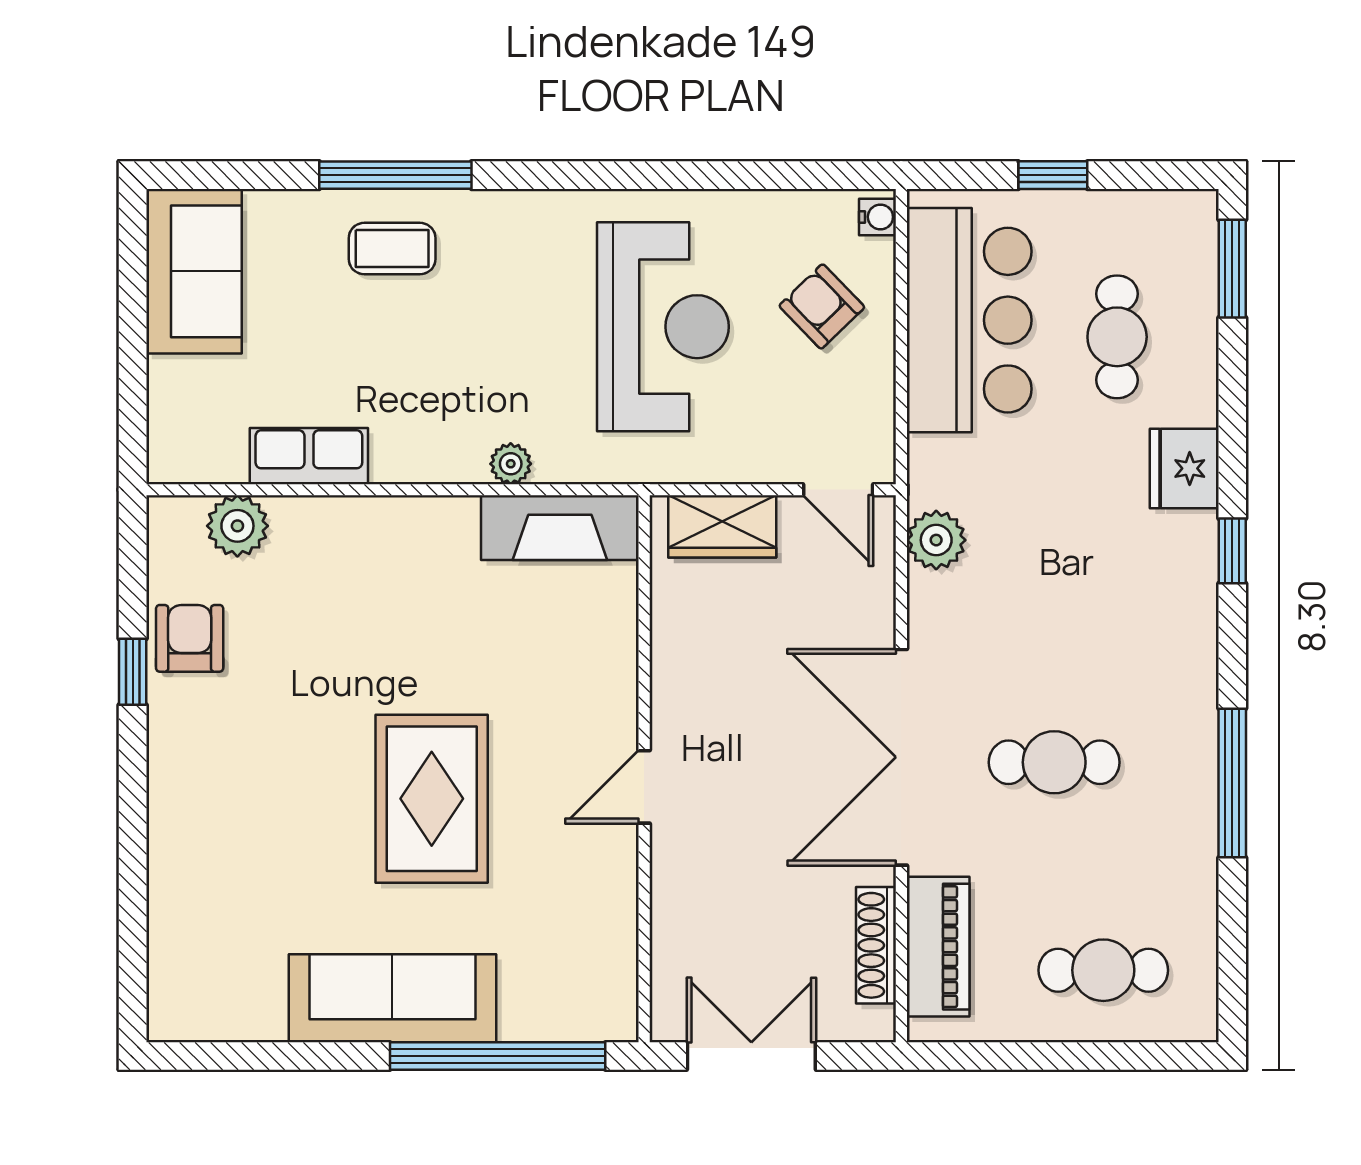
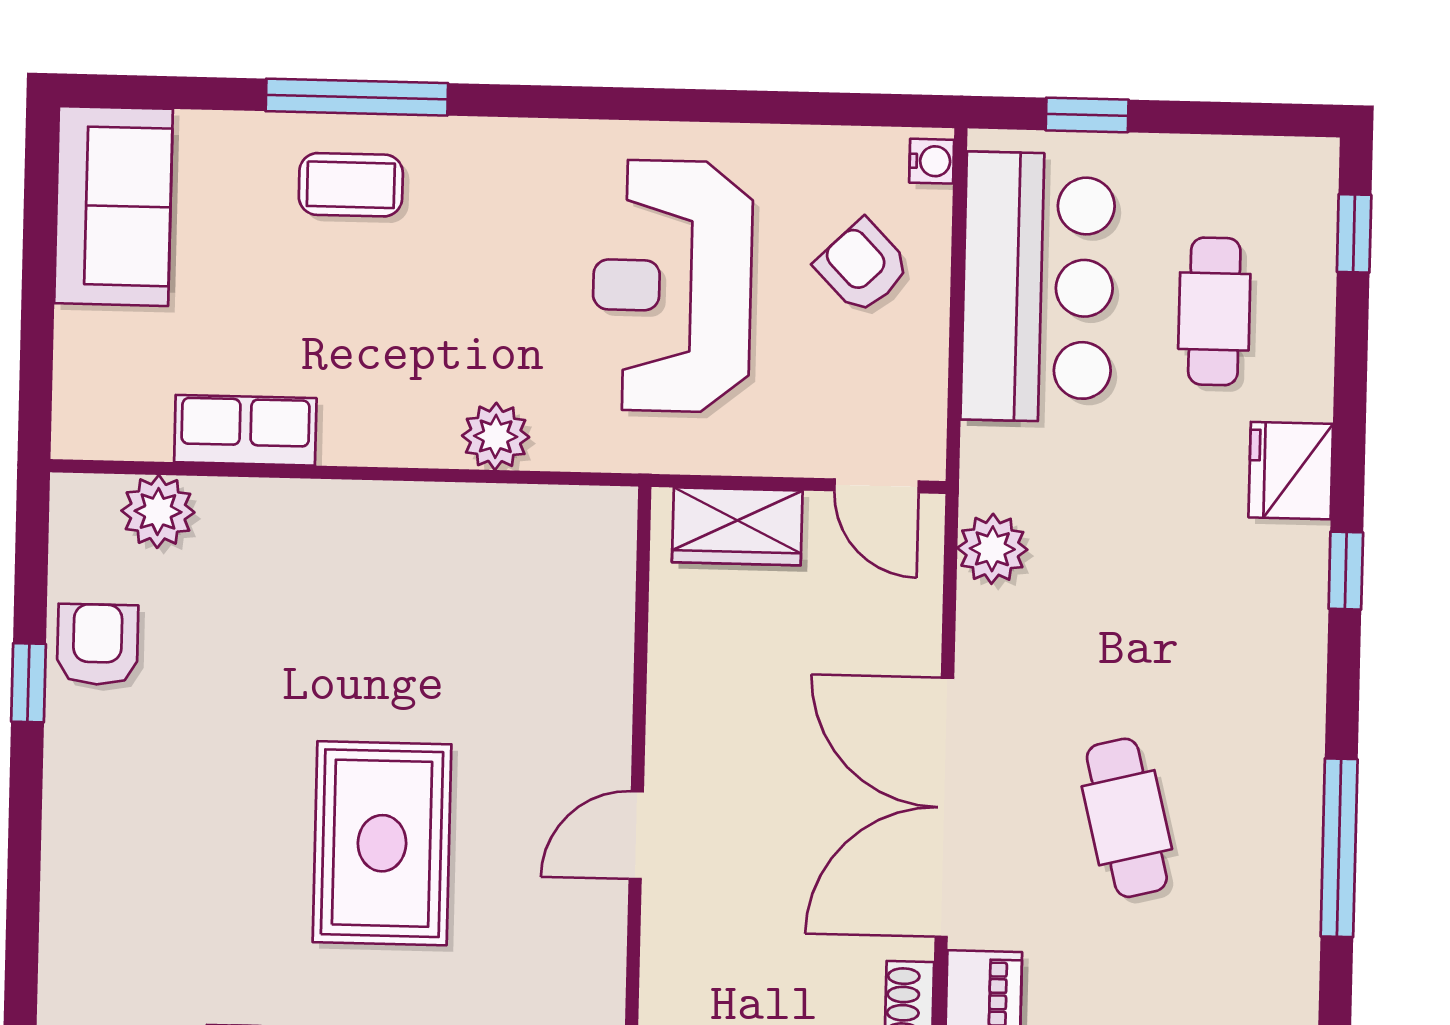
window: (1053, 175) -> (1087, 115), moved
window: (1232, 269) -> (1354, 233), width x0.67
reception desk: (663, 327) -> (672, 286), turned 180
plant: (511, 464) -> (496, 436), width x1.38, depth x1.38
fireplace: (560, 528) -> (543, 523), removed
cafe table: (1054, 762) -> (1127, 818), turned 76

